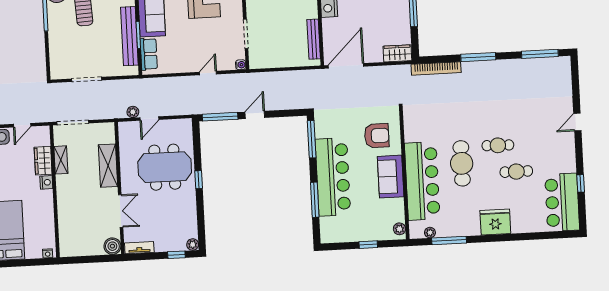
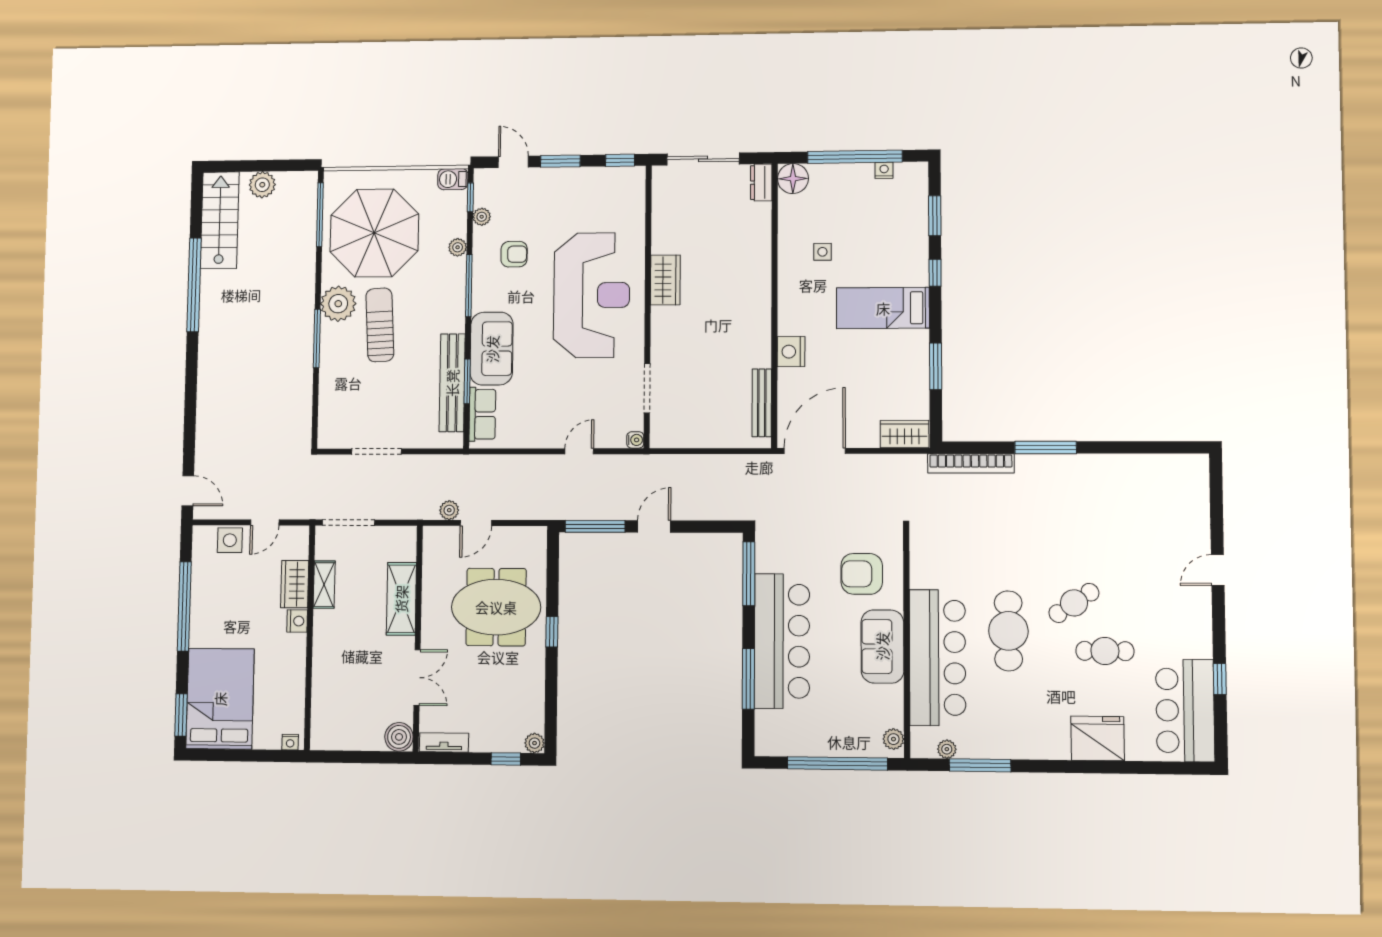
window: (540, 54) -> (1155, 447), removed
armchair: (377, 136) -> (862, 574), turned 180
cafe table: (498, 145) -> (1074, 603), turned -35
fridge: (495, 222) -> (1098, 738), moved
window: (368, 245) -> (837, 763), width x3.17

